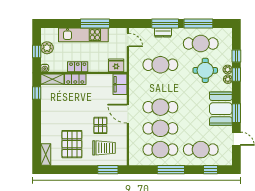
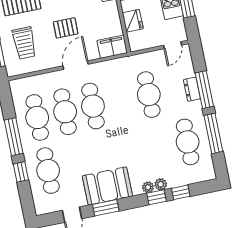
fridge: (116, 65) -> (133, 21), moved
round table: (205, 70) -> (153, 155), removed
pallet: (100, 125) -> (66, 28), moved
window: (211, 170) -> (21, 172), moved

